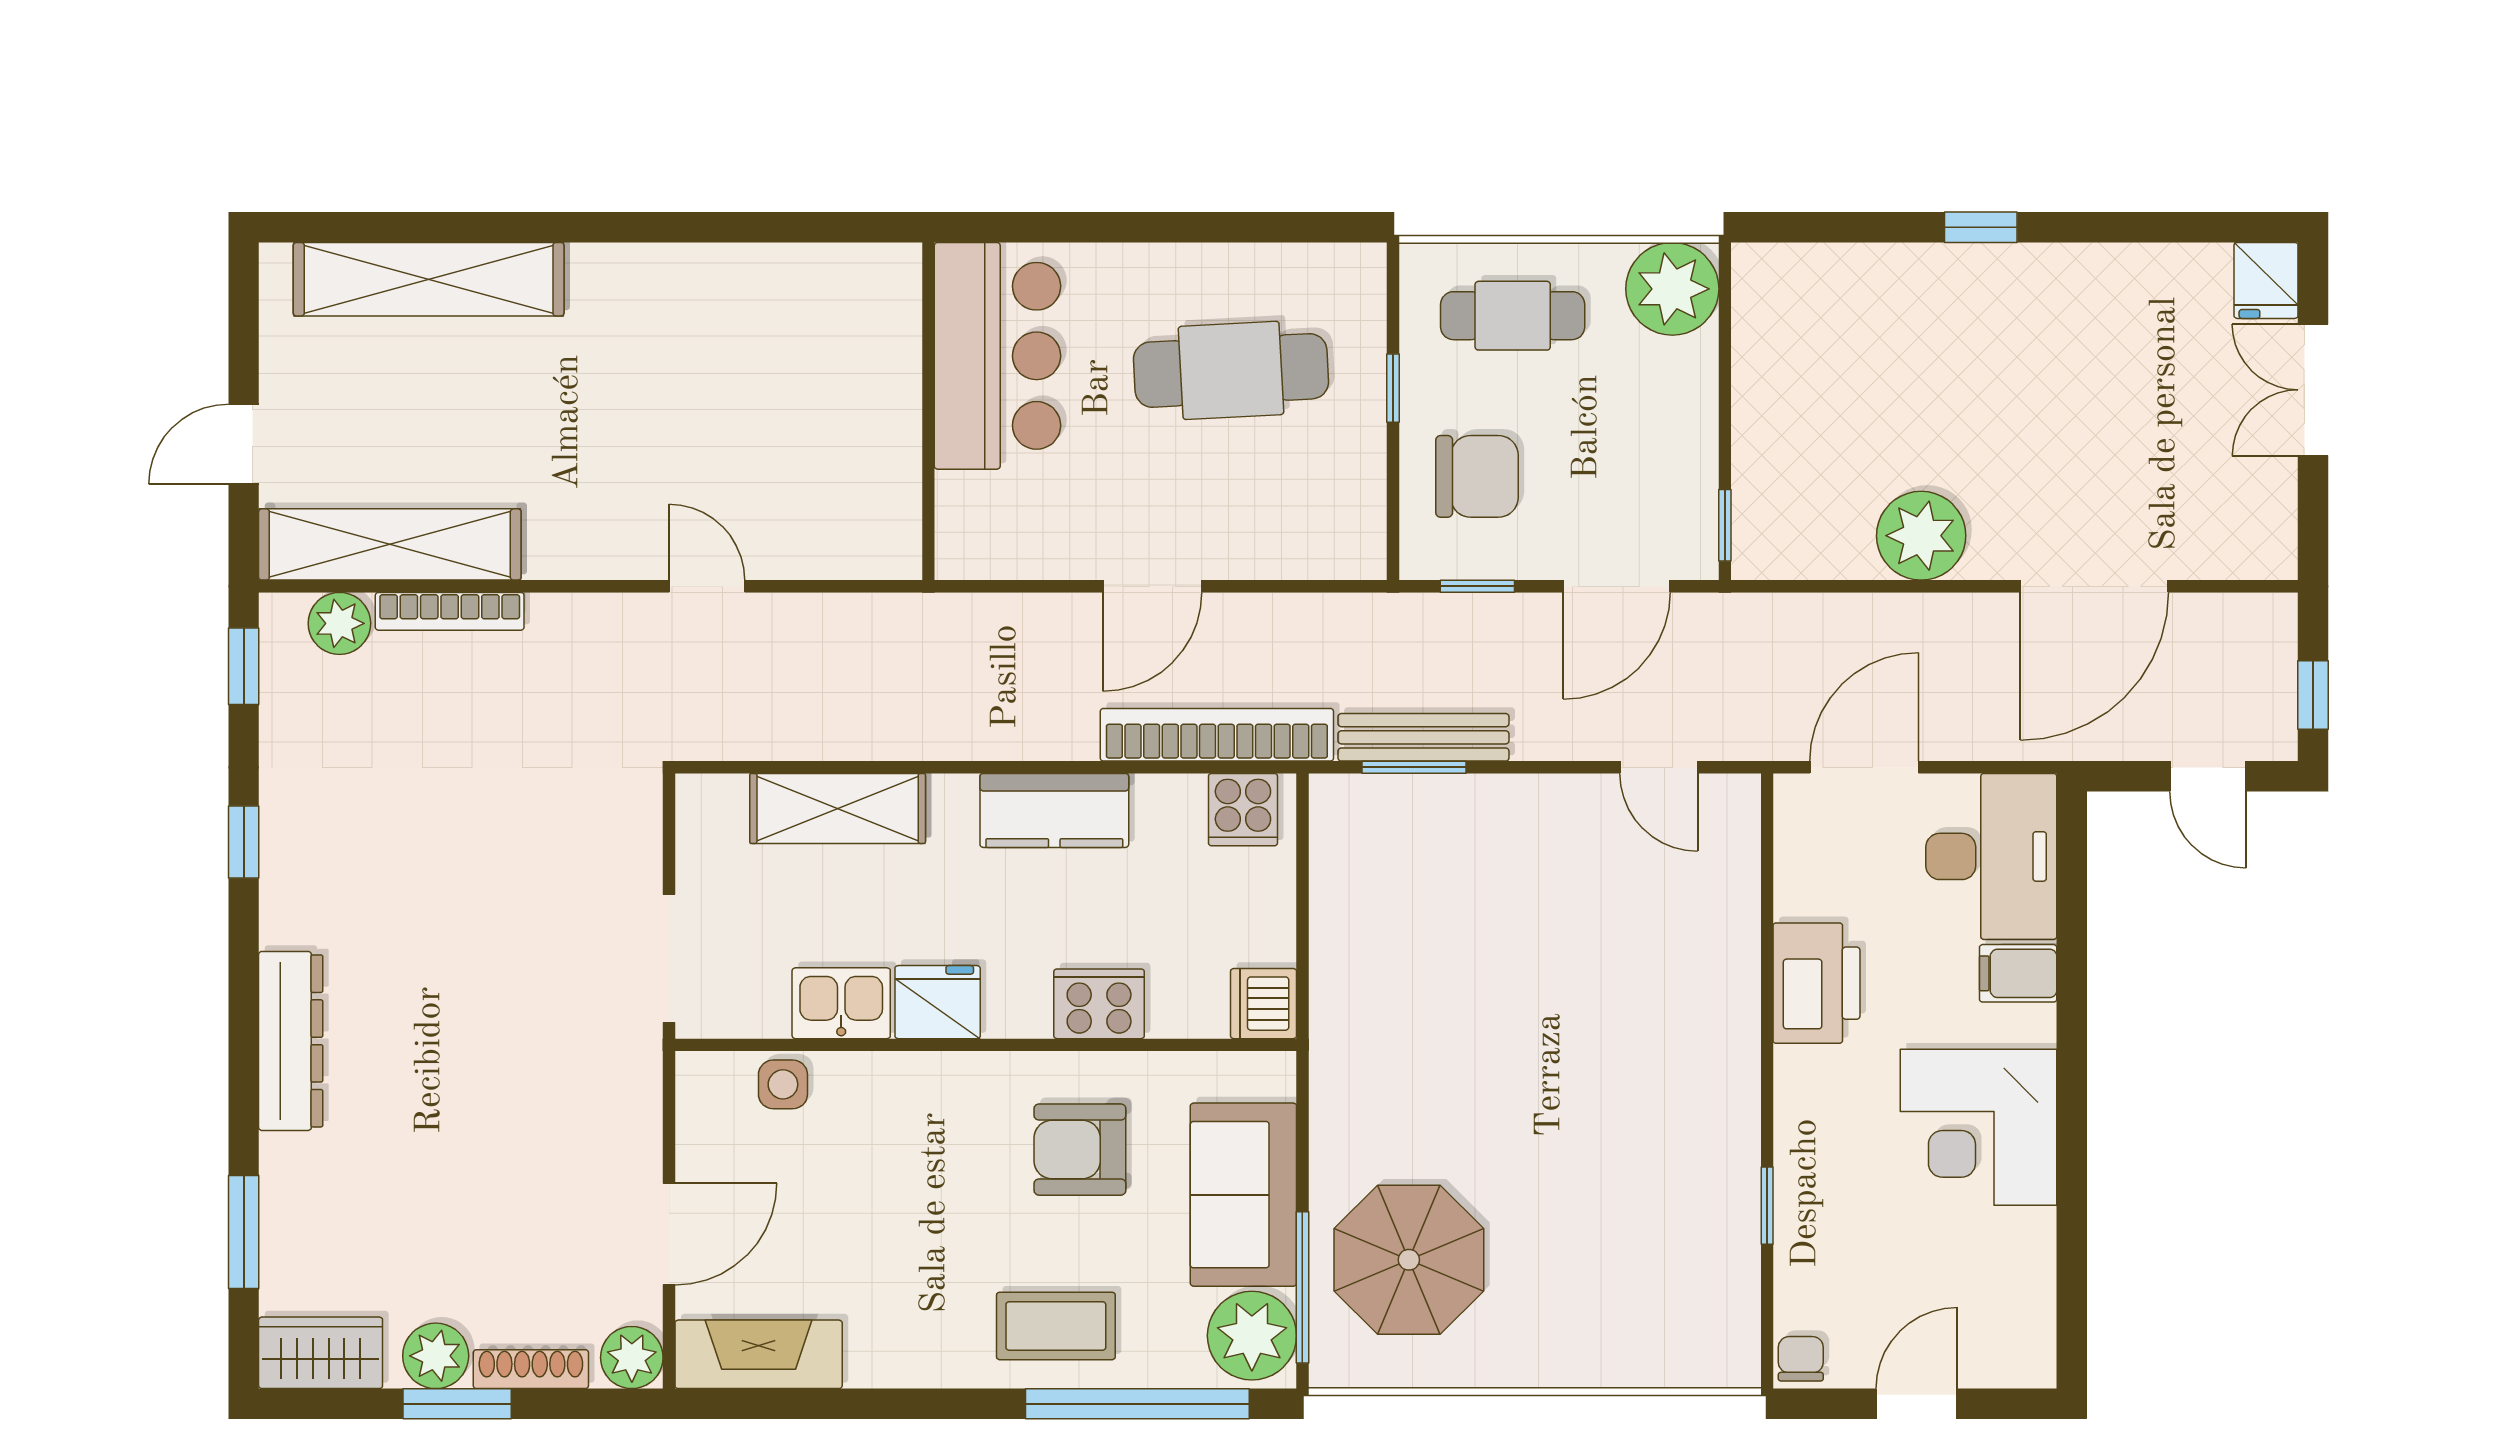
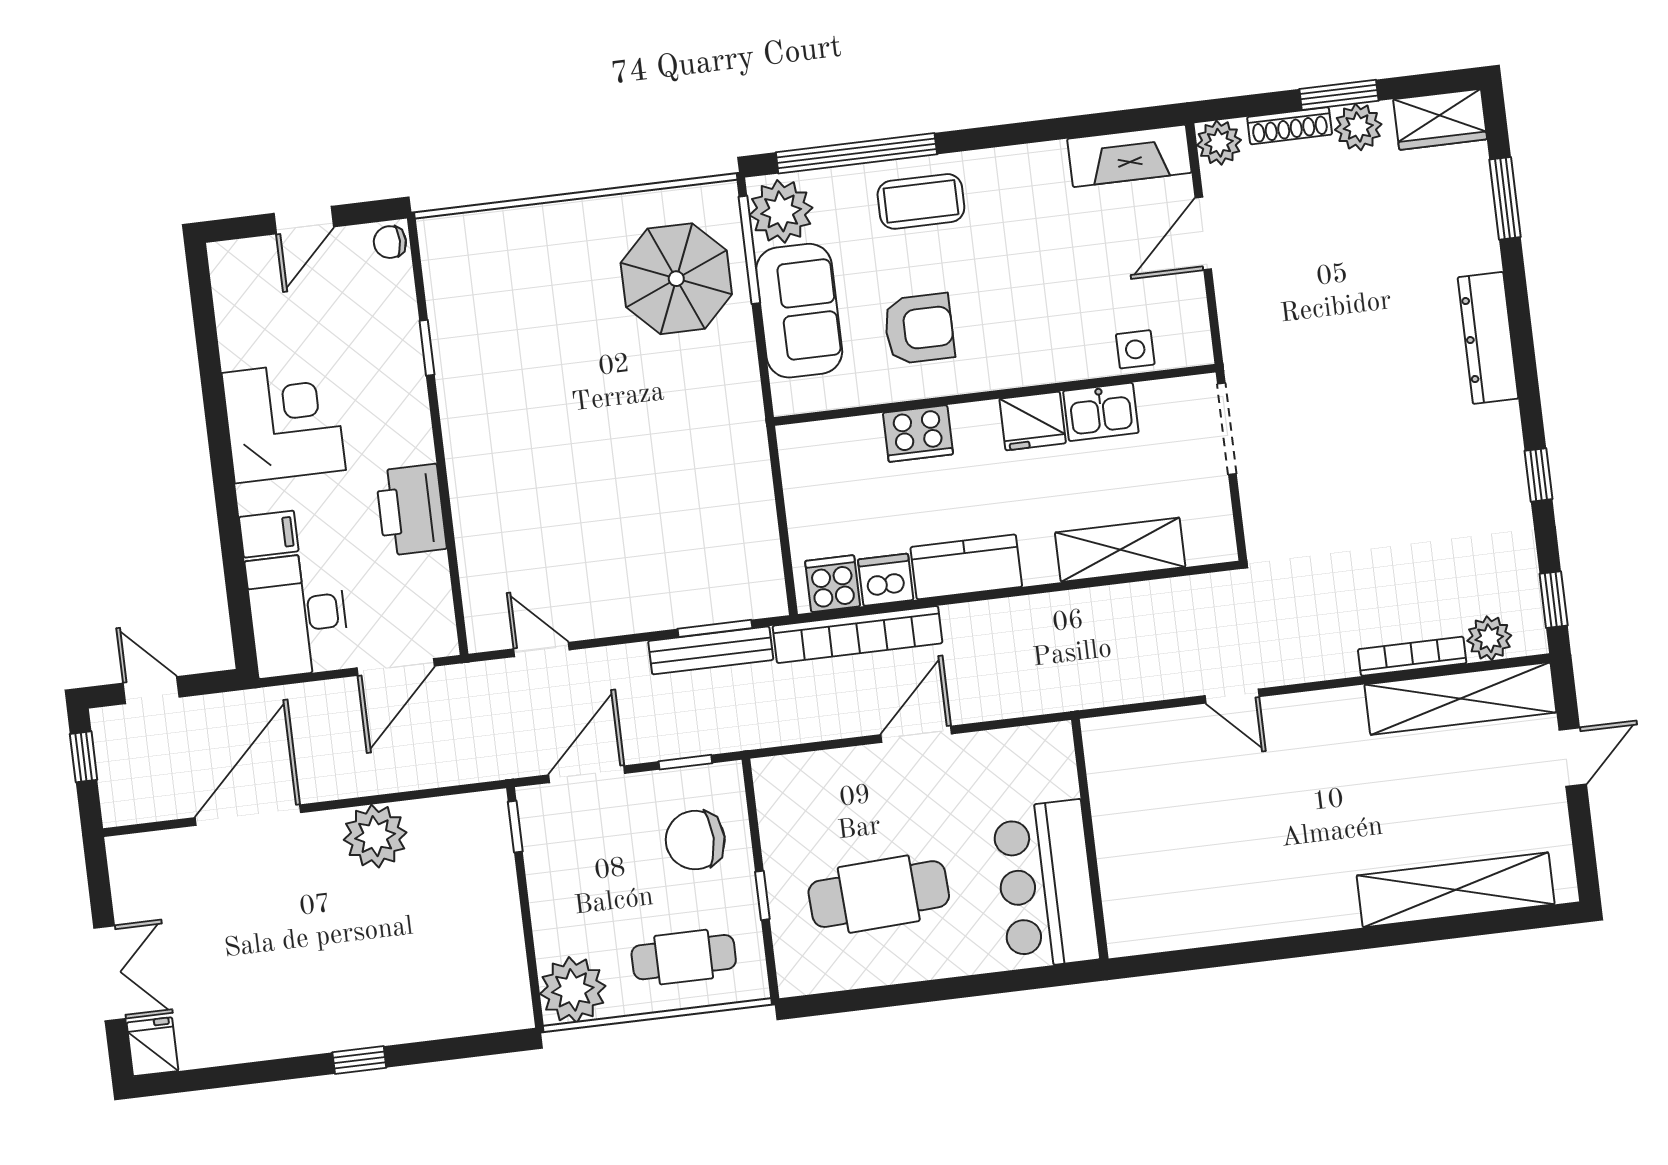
dishwasher: (1264, 1004) -> (886, 580), moved, turned -90
chair: (1801, 1359) -> (390, 242), turned 90

